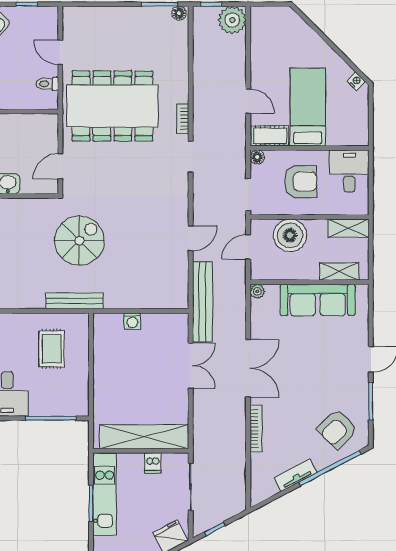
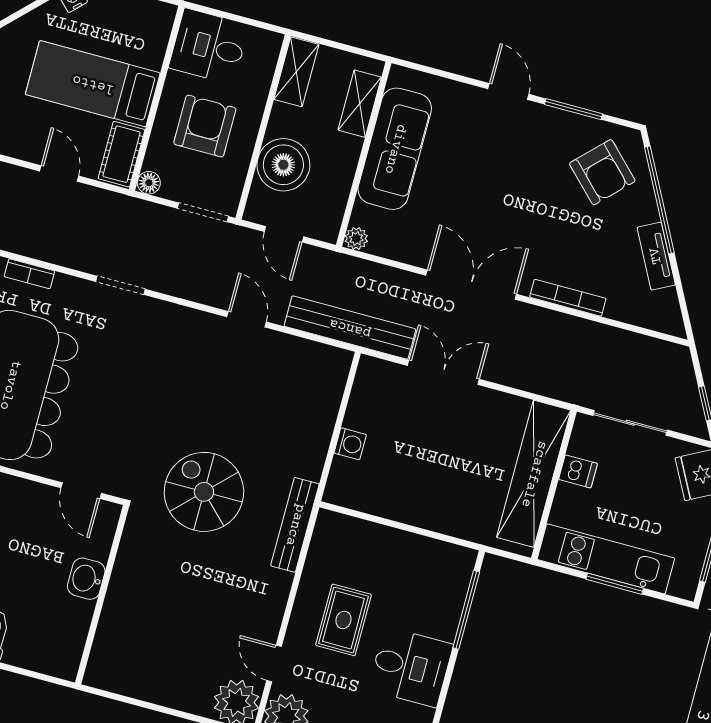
door: (248, 101) -> (59, 174), hinge flipped
bookcase: (183, 119) -> (29, 274), moved
rug: (52, 349) -> (343, 620), moved, turned 90

